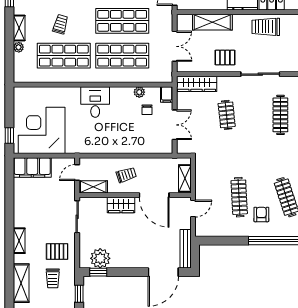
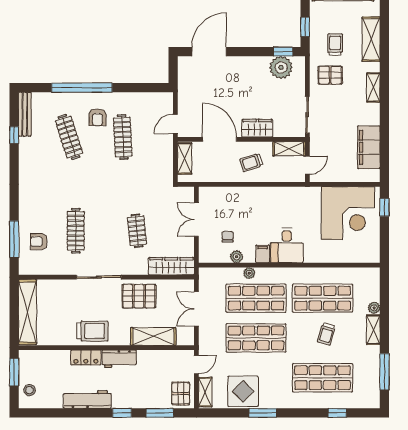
pallet: (225, 57) -> (139, 296), width x1.50, depth x1.42
plant: (128, 78) -> (249, 273), added
filing cabinet: (167, 95) -> (263, 254), moved
filing cabinet: (32, 167) -> (369, 147), moved, turned -90
bench: (186, 249) -> (184, 78), removed

